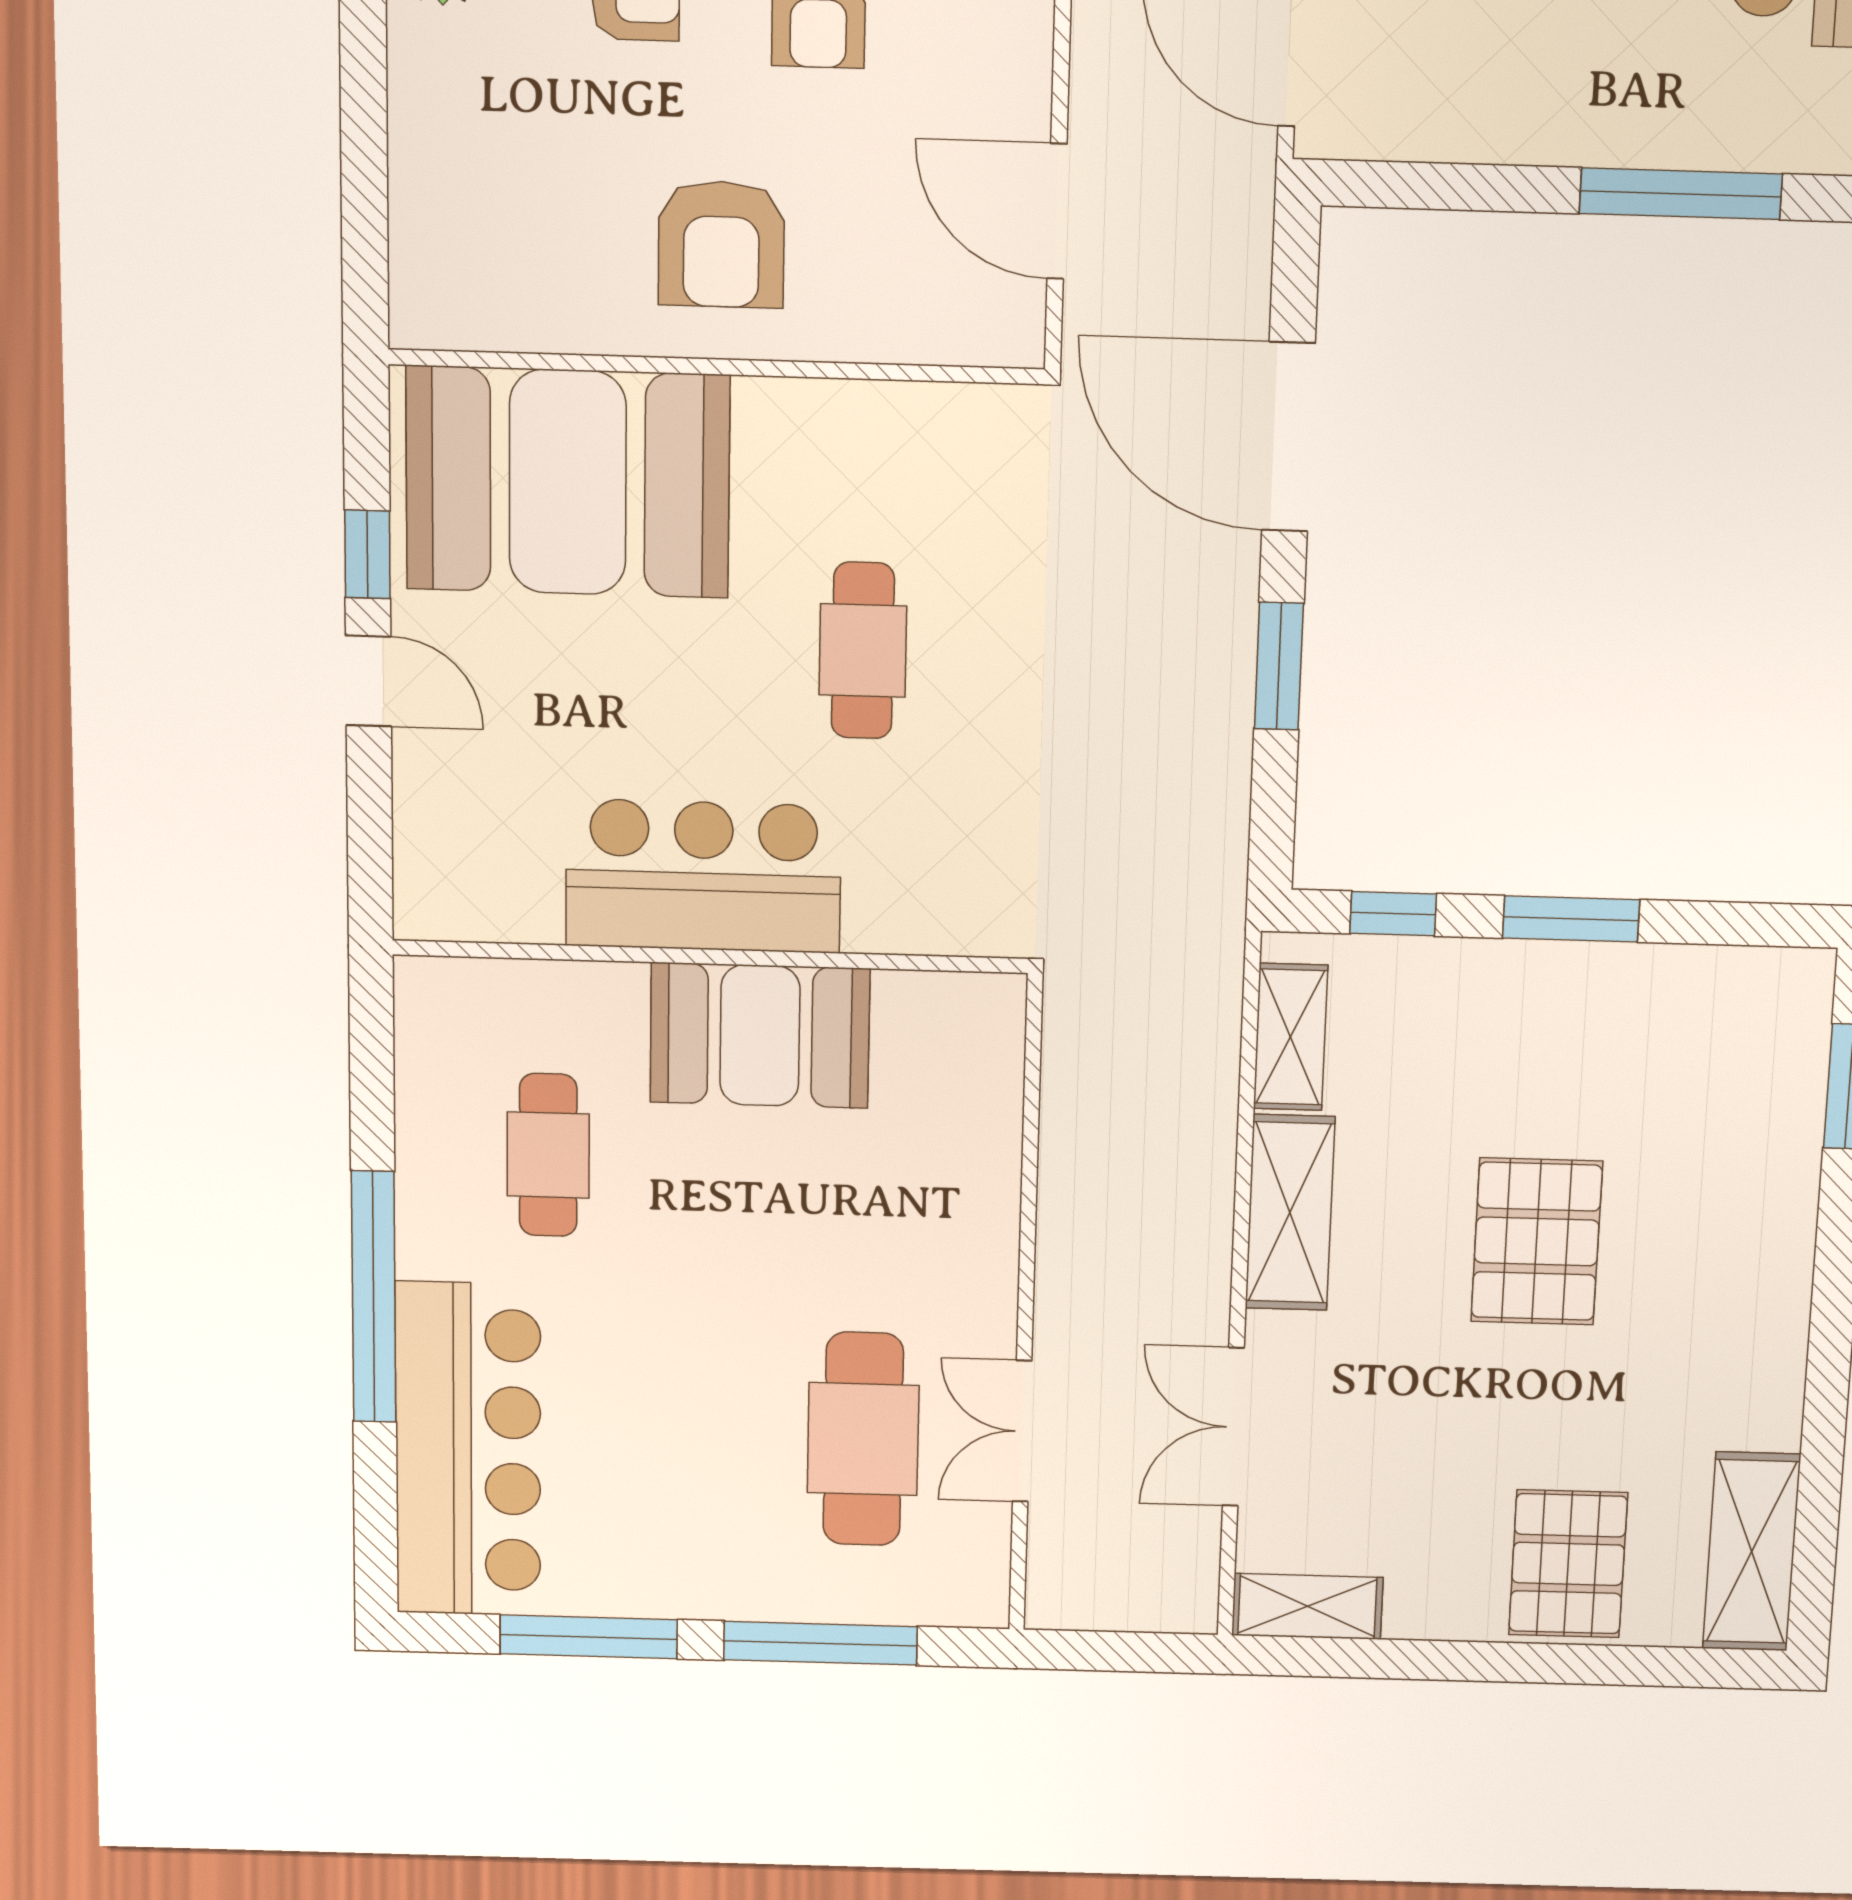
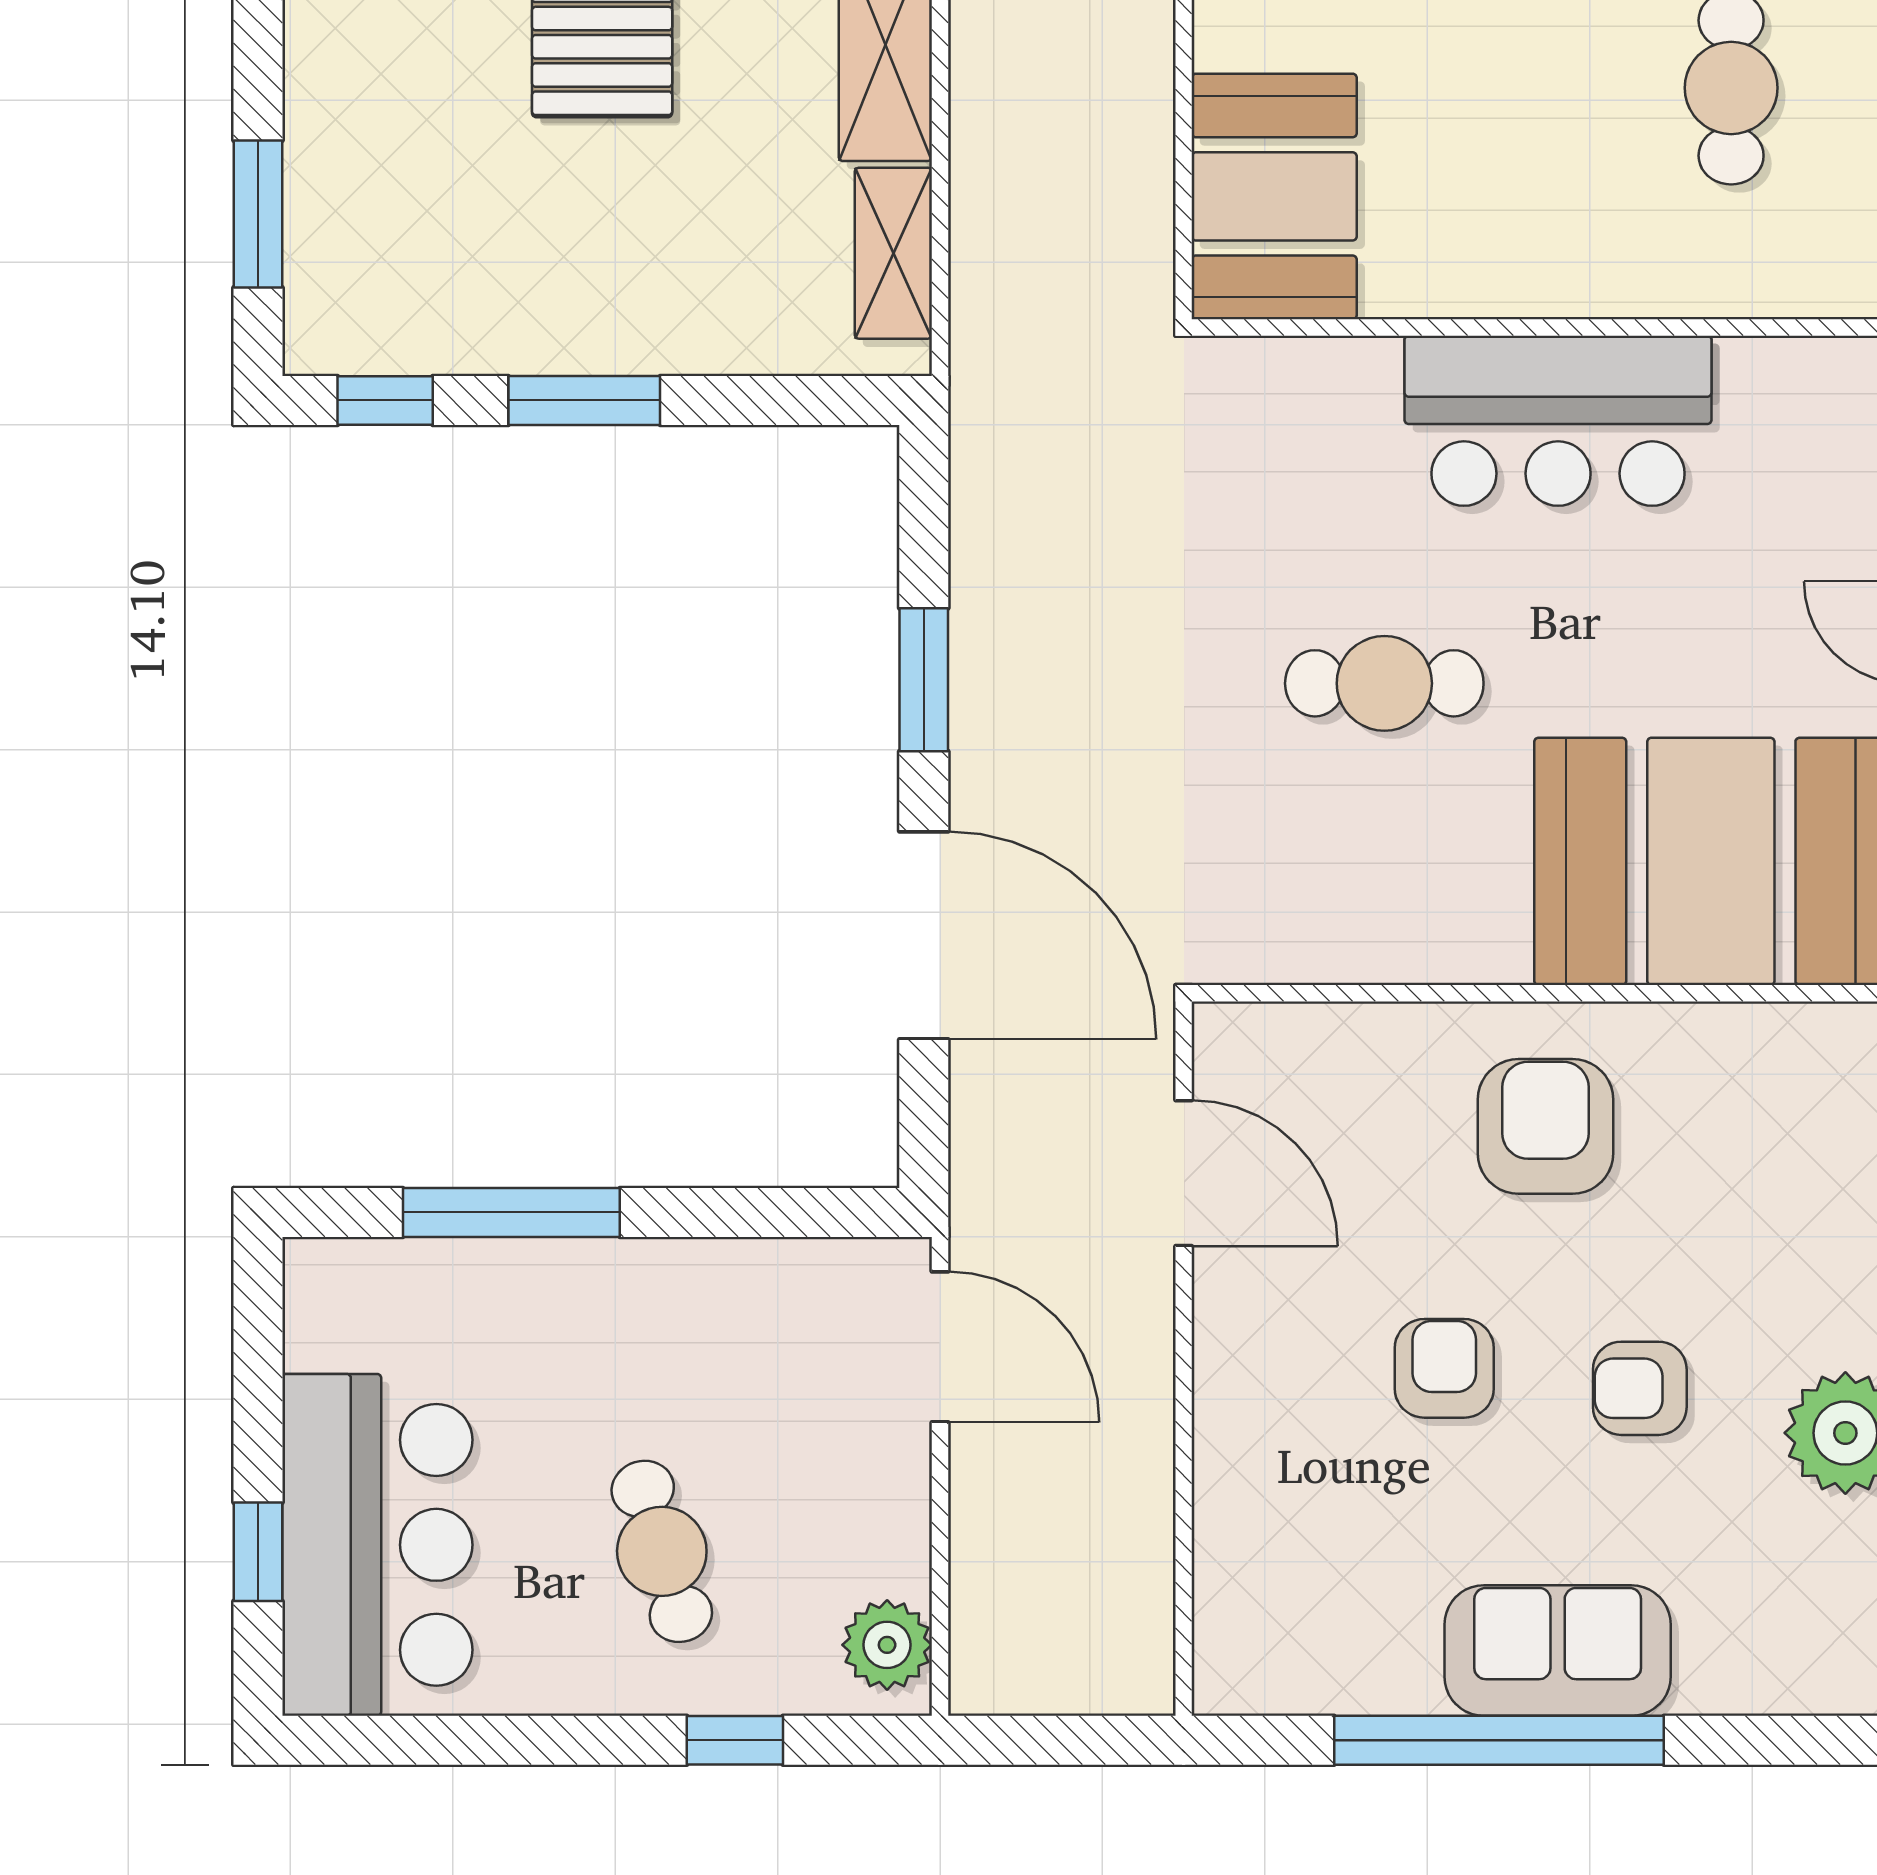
cafe table: (863, 651) -> (1384, 683), turned 90
window: (1393, 914) -> (385, 400), moved
booth: (760, 1035) -> (1274, 196), moved, turned 90

